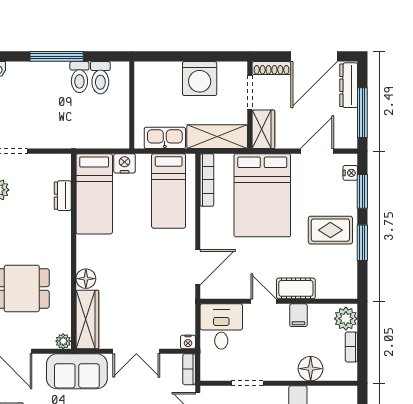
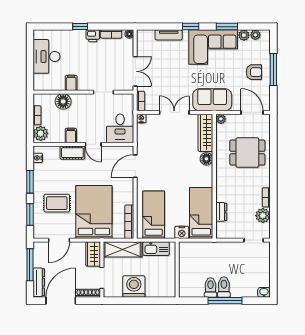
toilet: (100, 78) -> (224, 287), moved
nightstand: (350, 173) -> (38, 158), moved
rug: (330, 230) -> (57, 203), moved

